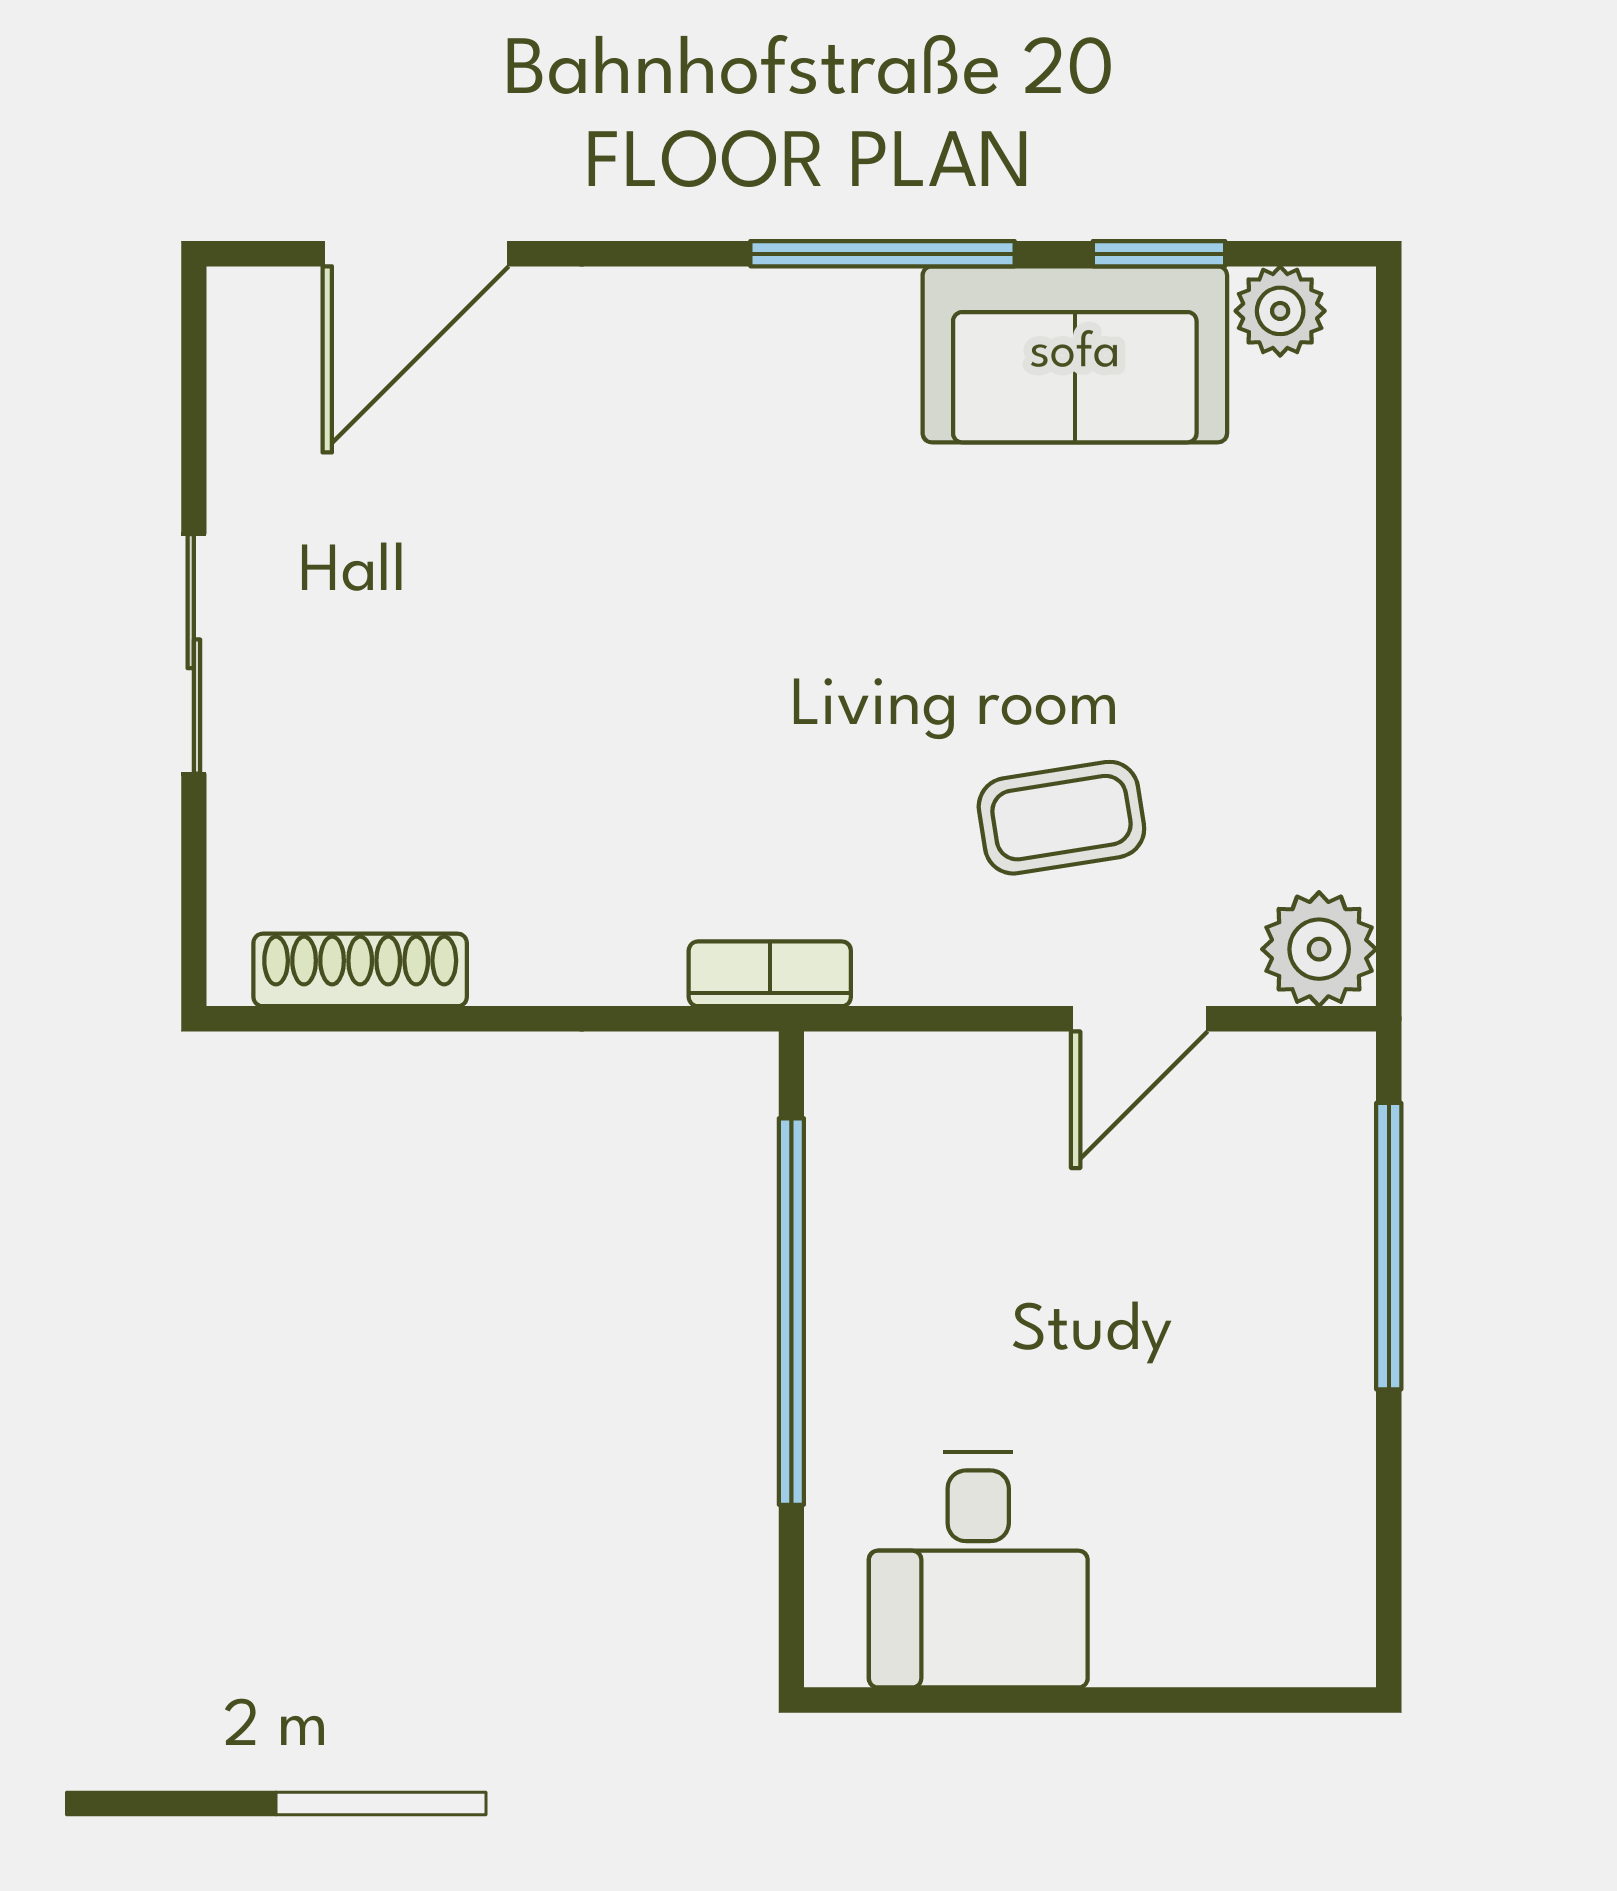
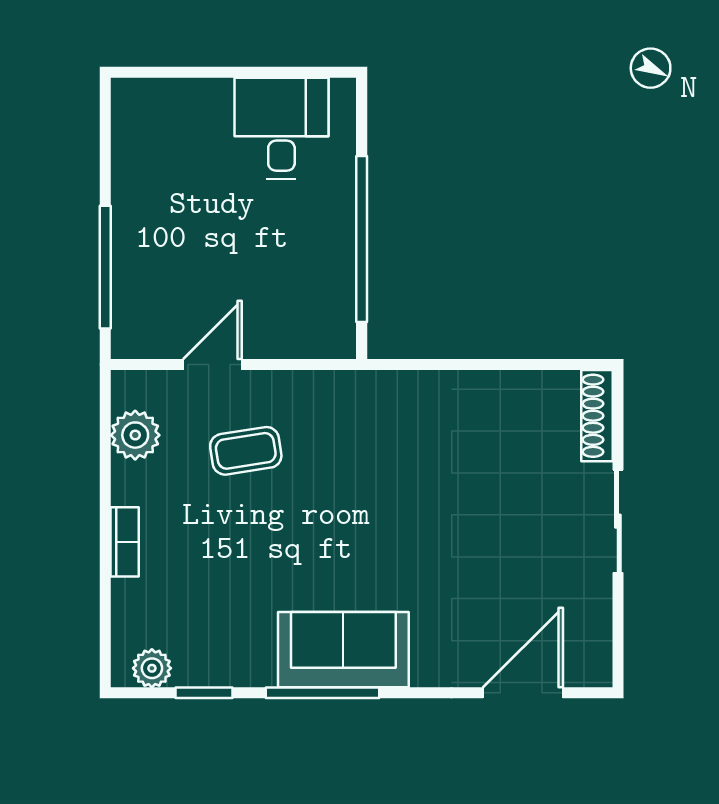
sofa: (1075, 354) -> (343, 650), moved
plant: (1319, 949) -> (135, 435), moved
shoe rack: (360, 970) -> (597, 416), moved, turned 90
bookcase: (770, 974) -> (125, 542), moved, turned -90

